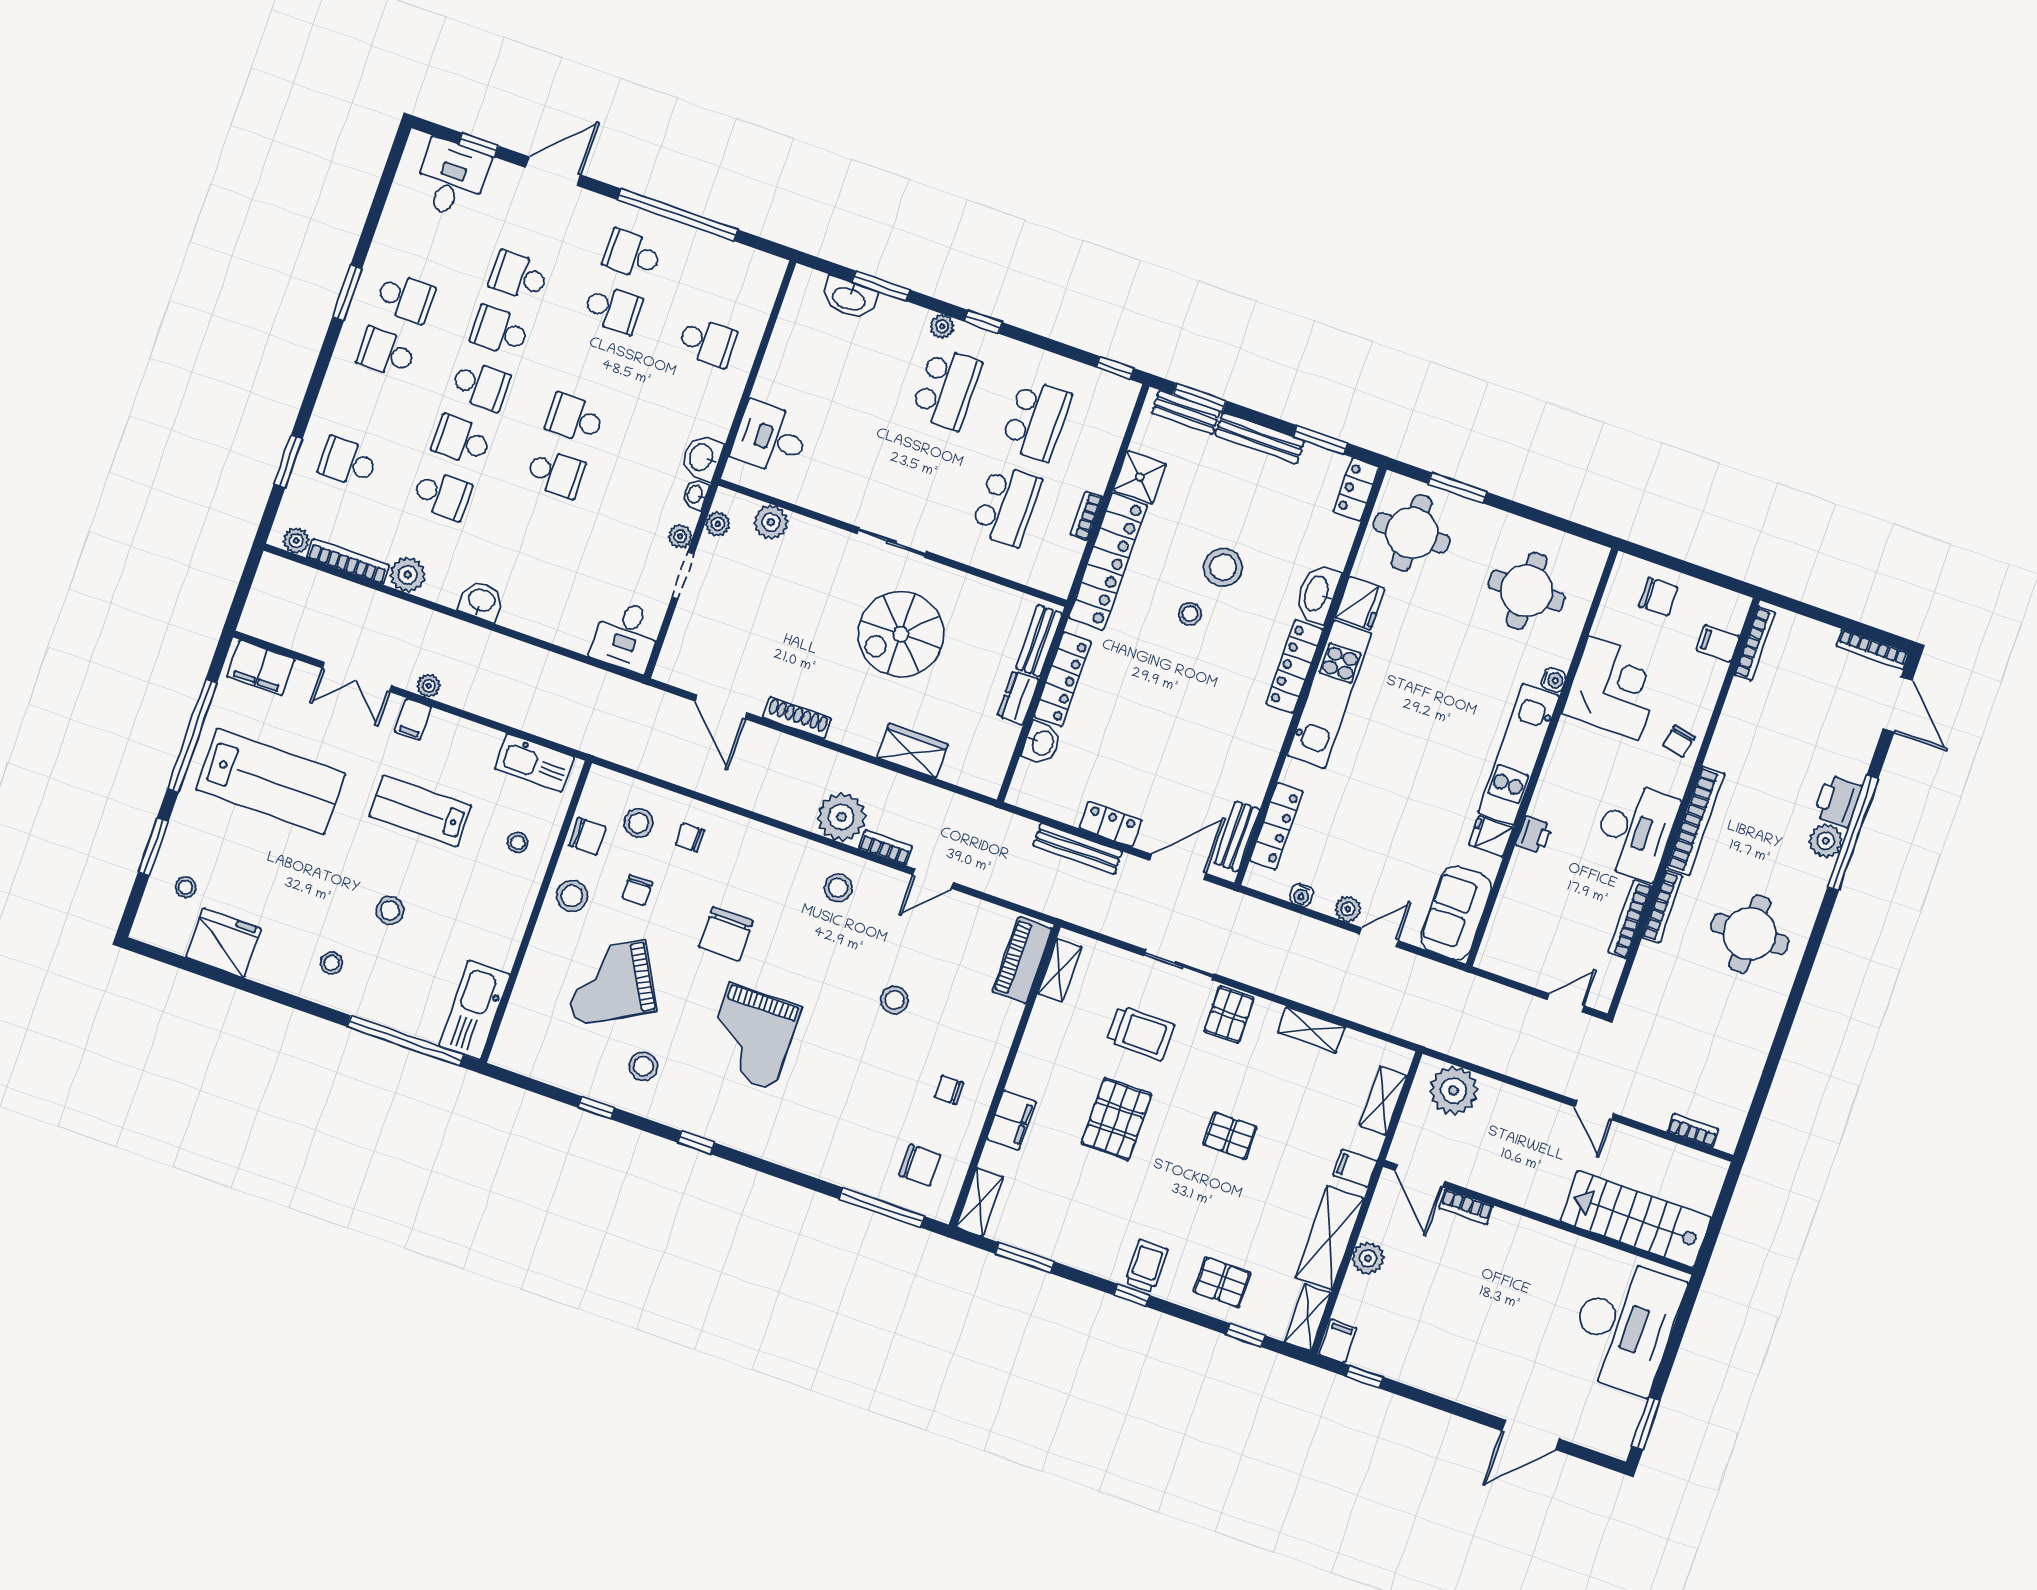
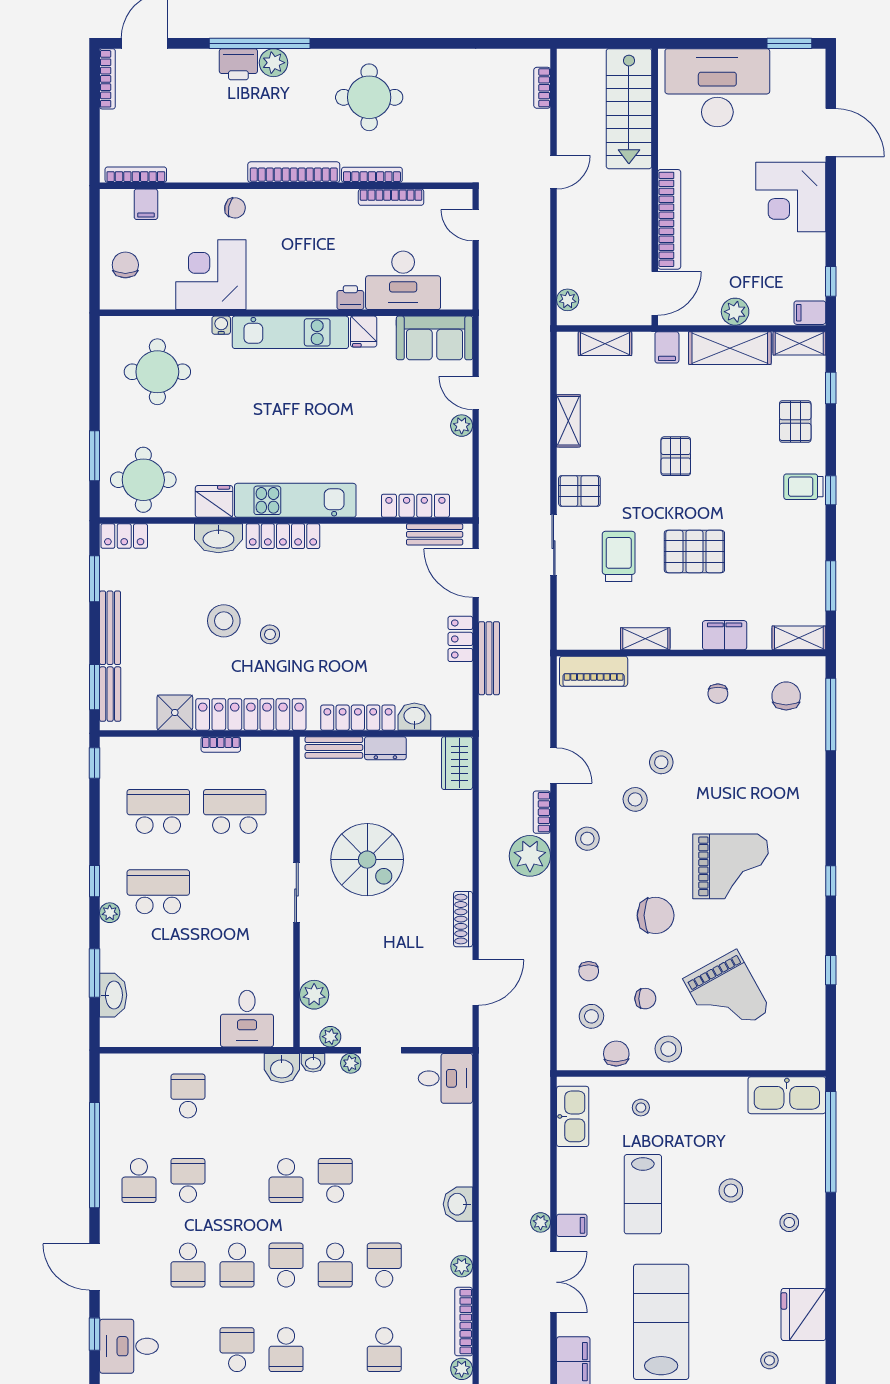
plant: (408, 575) -> (462, 1266), width x0.73, depth x0.73
wardrobe: (912, 751) -> (457, 763), moved
desk: (1635, 831) -> (403, 280), moved, turned 180
water cooler: (1302, 895) -> (464, 466), removed
shelving: (1060, 970) -> (645, 639), moved
stool: (643, 1066) -> (635, 799), moved
plant: (1454, 1091) -> (568, 300), width x0.53, depth x0.53
bookcase: (1466, 1207) -> (669, 219), width x2.31, depth x1.31
corner desk: (1474, 1365) -> (791, 197), added

